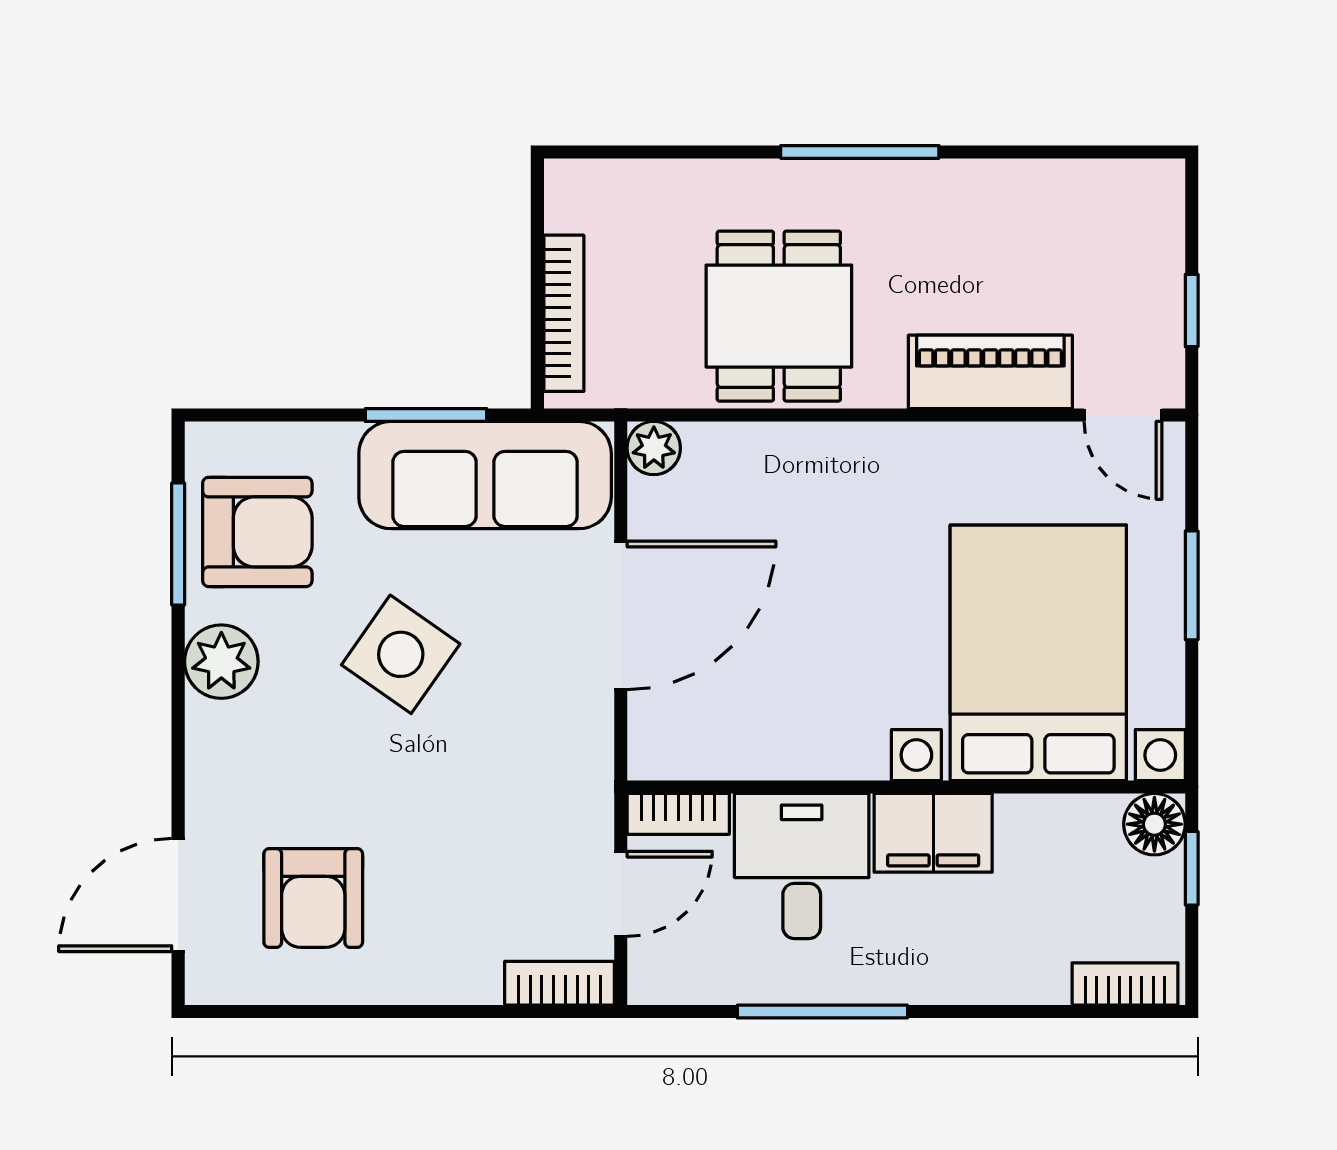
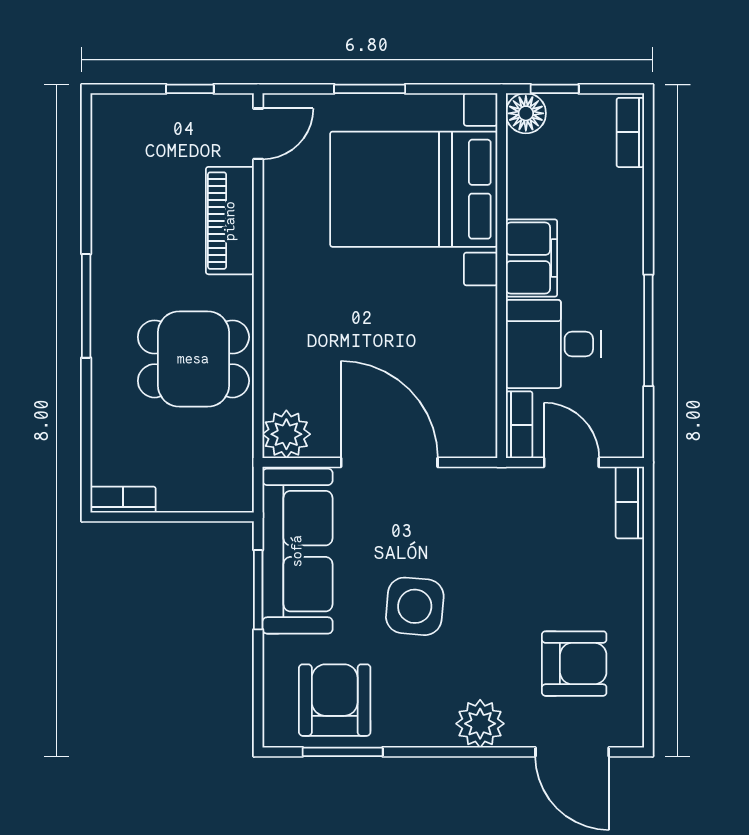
bookcase: (564, 313) -> (123, 500), moved, width x0.64
plant: (654, 448) -> (286, 434), width x1.38, depth x1.38
side table: (401, 654) -> (415, 606), turned -30
plant: (221, 662) -> (480, 724), moved

